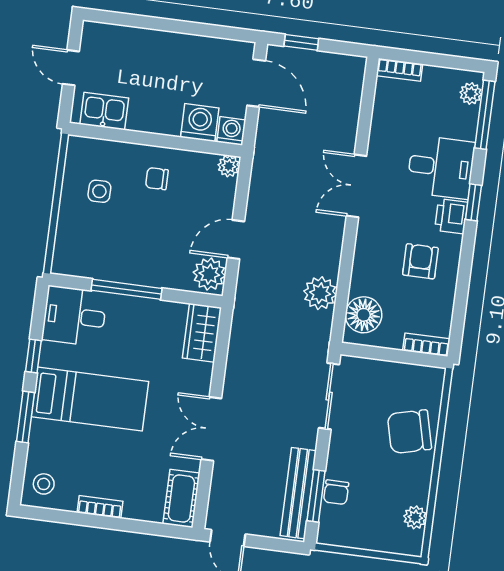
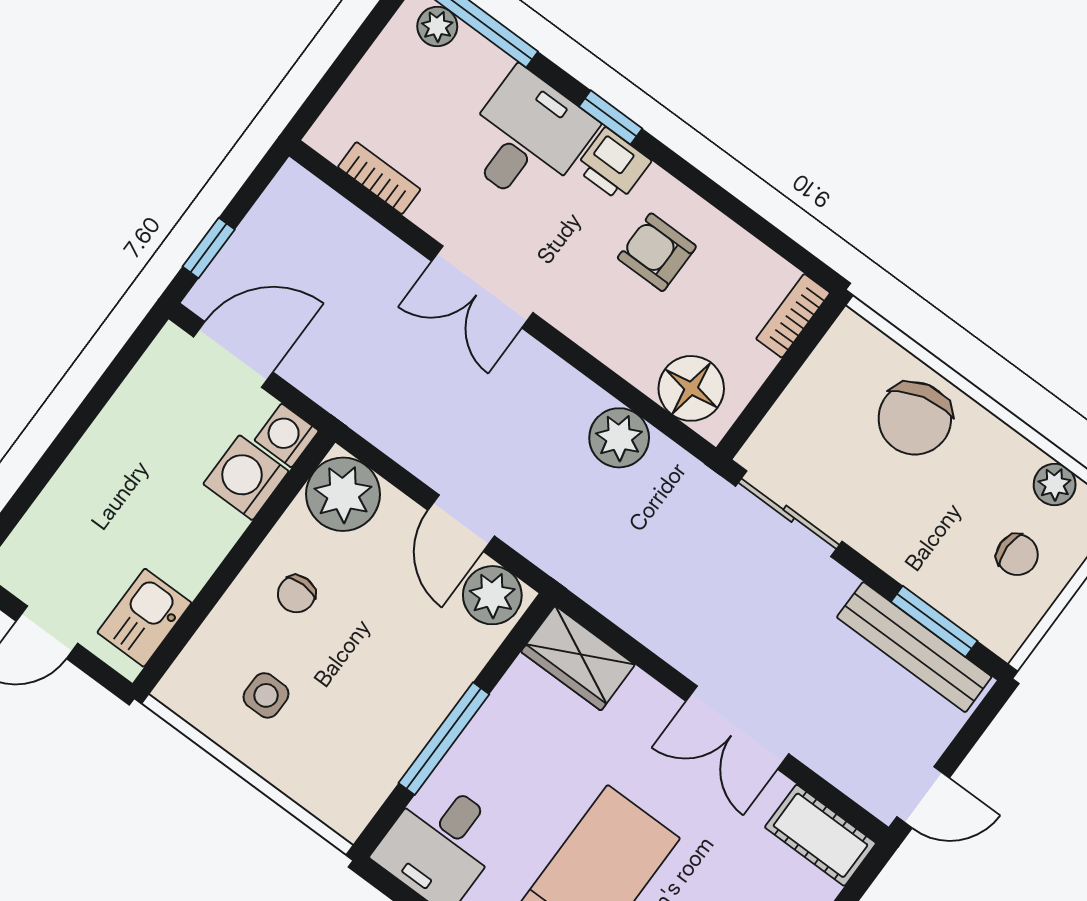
bookcase: (400, 70) -> (379, 178), moved, turned -90
plant: (229, 166) -> (343, 494), width x1.88, depth x1.88
chair: (336, 492) -> (1017, 555), moved

